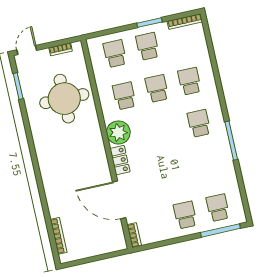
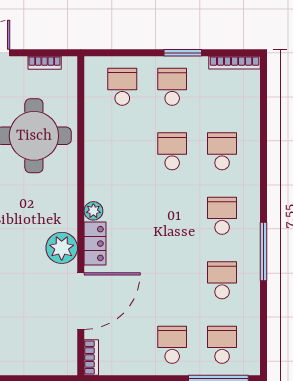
school desk: (124, 96) -> (222, 280), moved
plant: (118, 132) -> (93, 211), width x0.53, depth x0.53
plant: (99, 168) -> (62, 248), added
door: (119, 200) -> (81, 301), swing flipped

